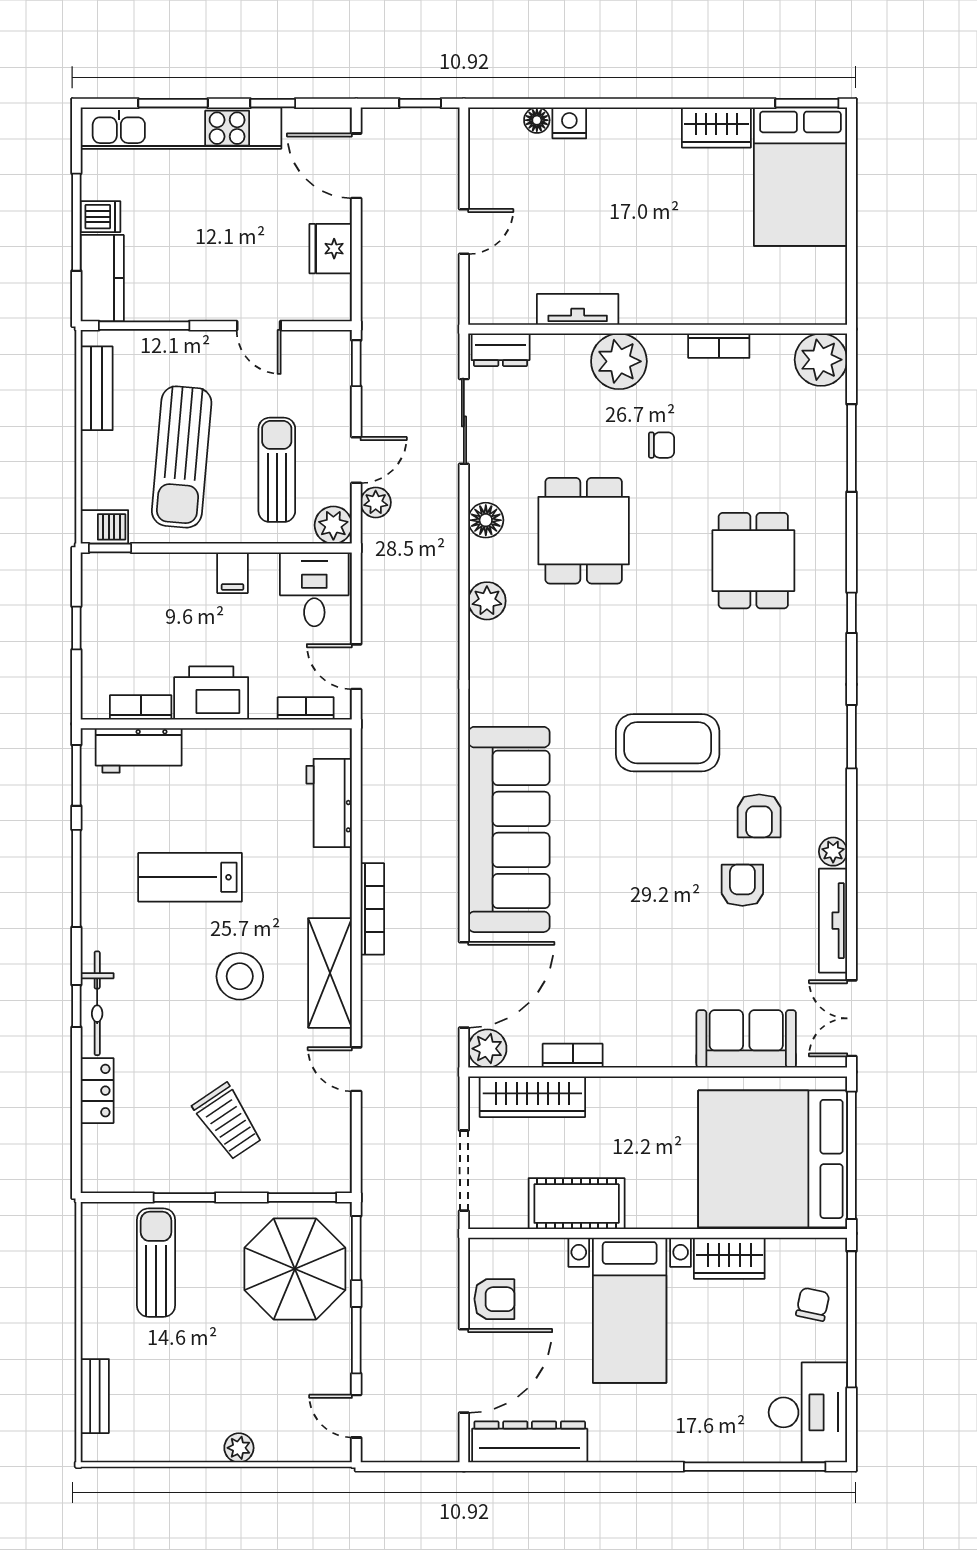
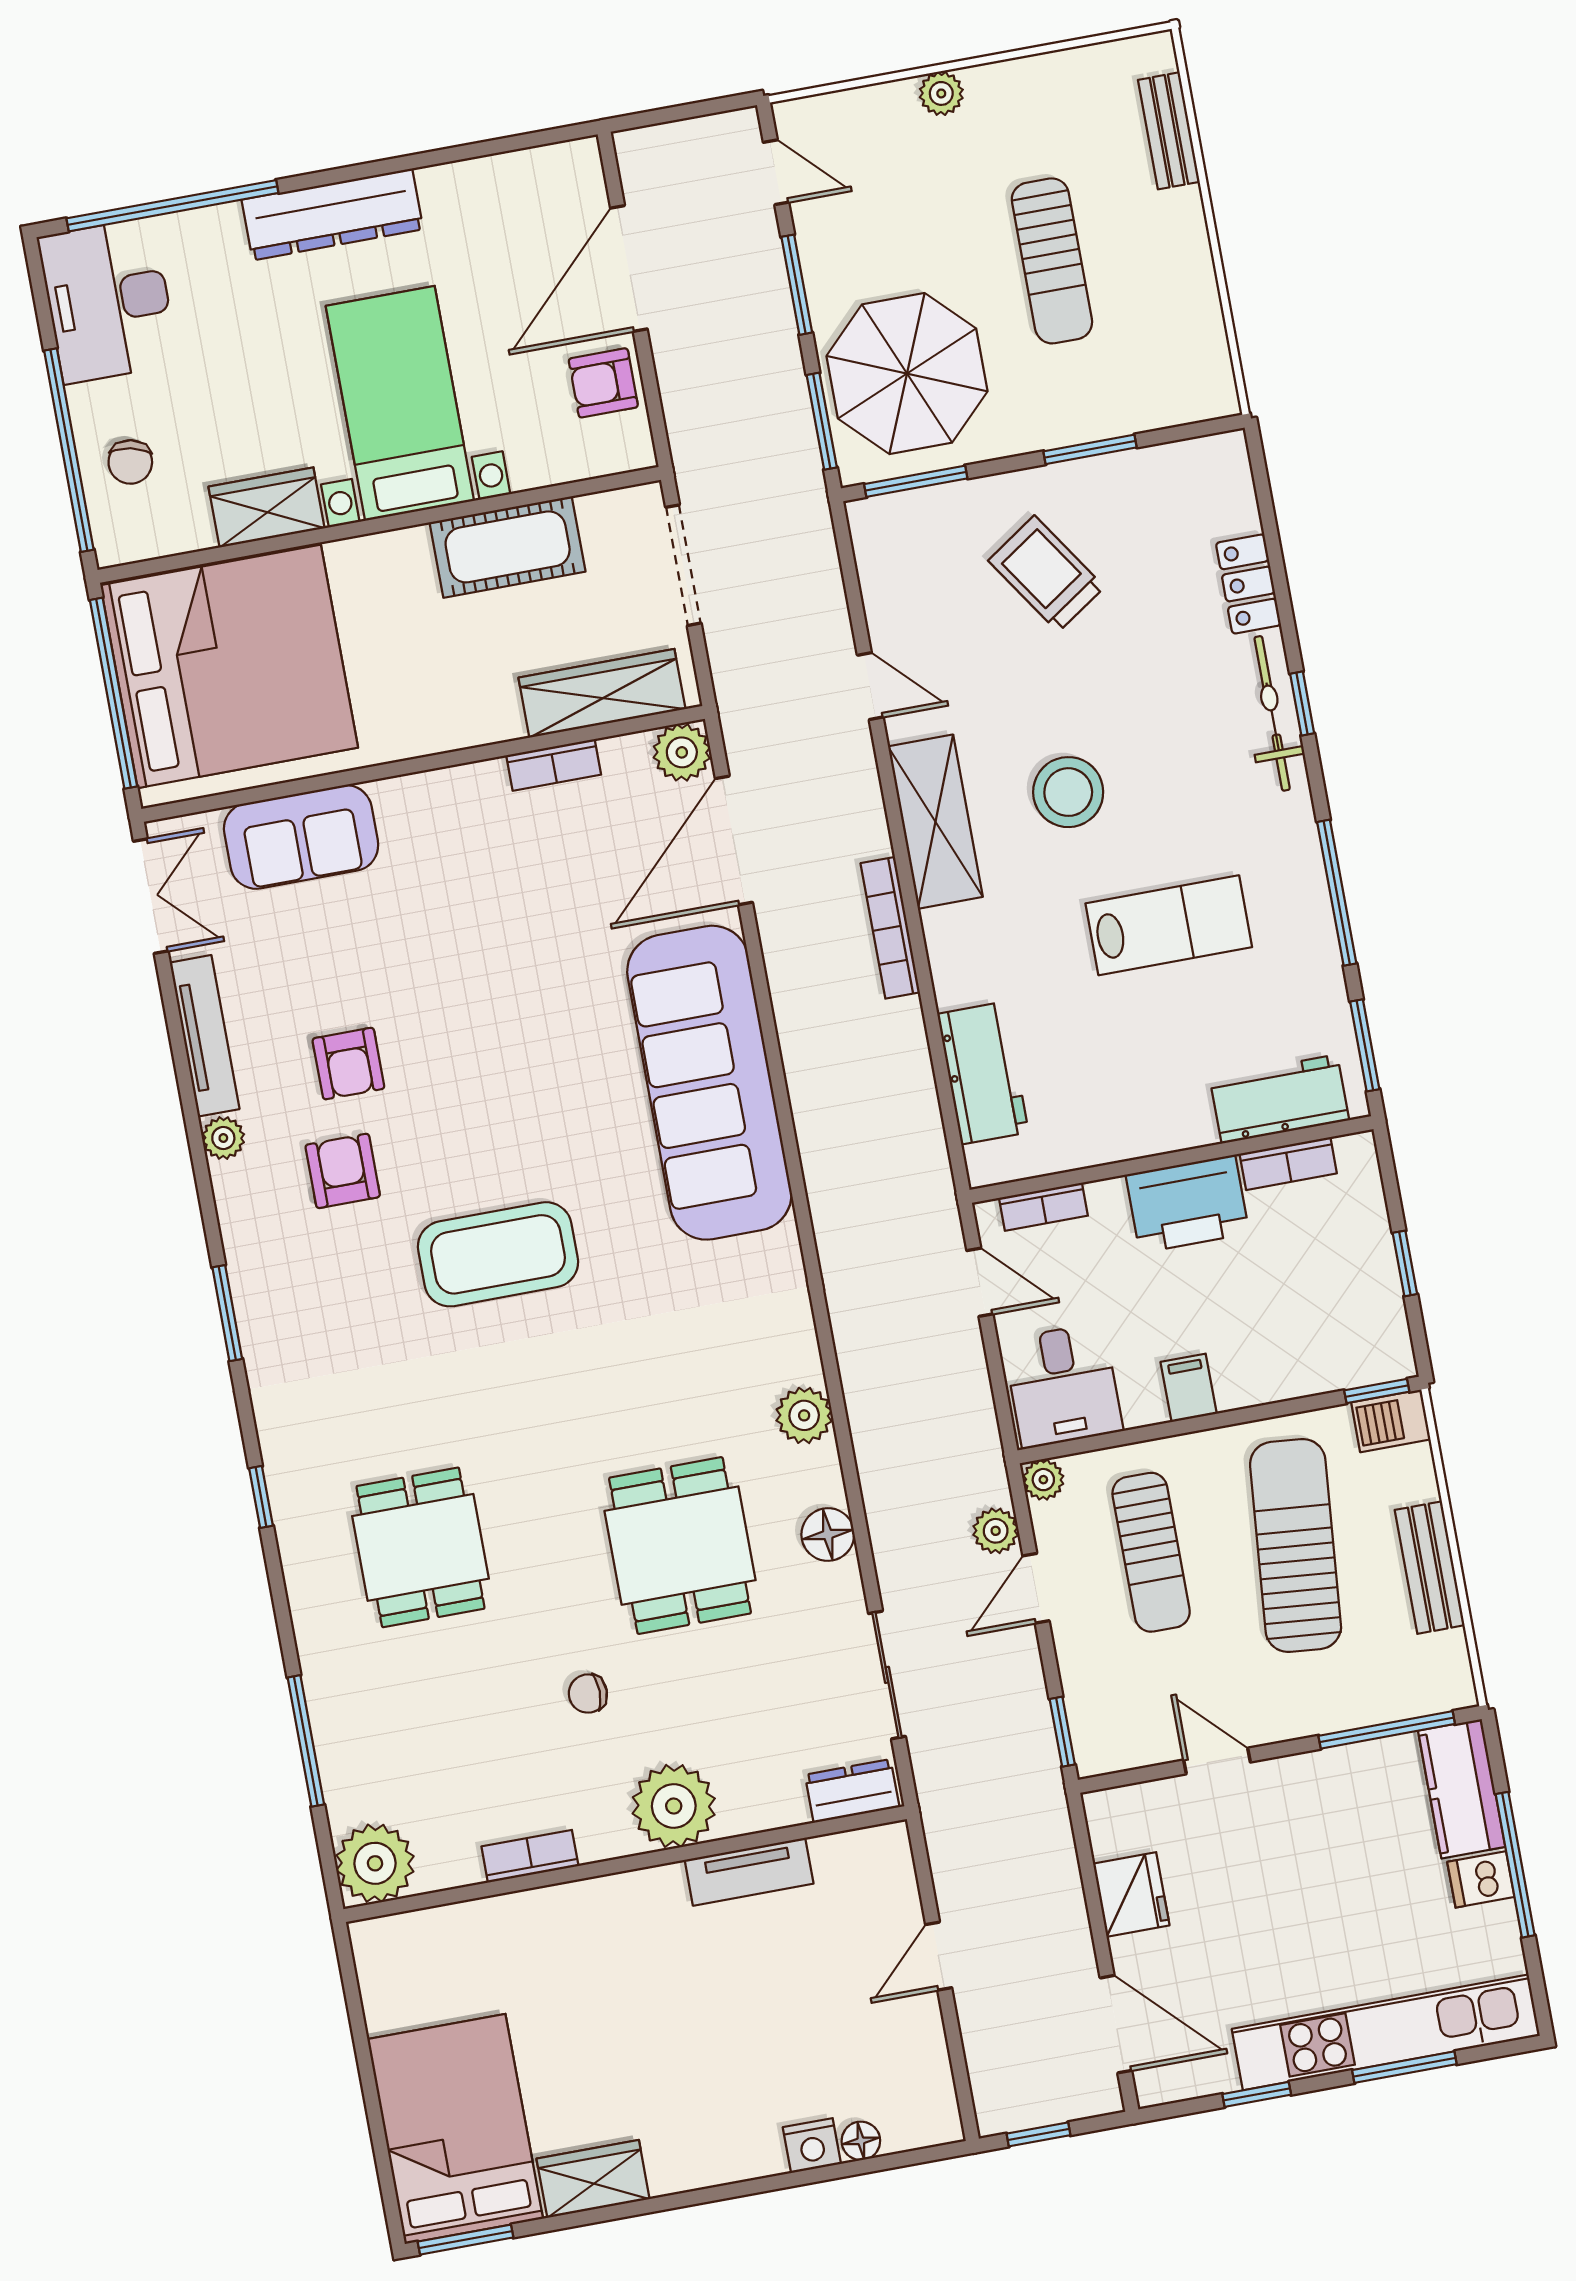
bench: (97, 388) -> (1430, 1568), moved
plant: (333, 525) -> (1043, 1480), width x0.73, depth x0.73
sun lounger: (156, 1263) -> (1052, 261), moved
dresser: (530, 1442) -> (332, 214), moved

